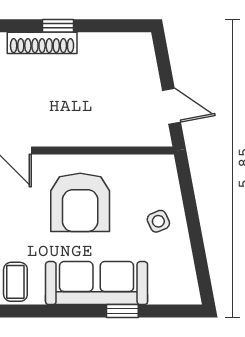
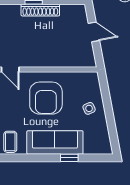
shoe rack: (42, 43) -> (40, 10), moved
door: (172, 106) -> (94, 32), moved

